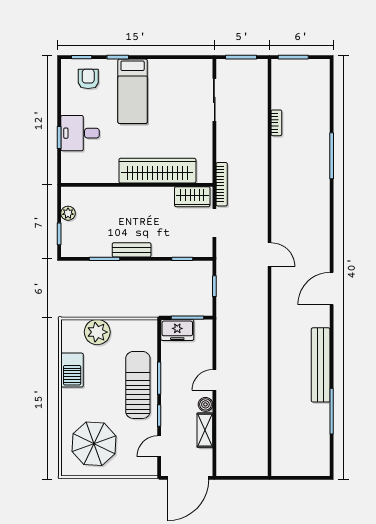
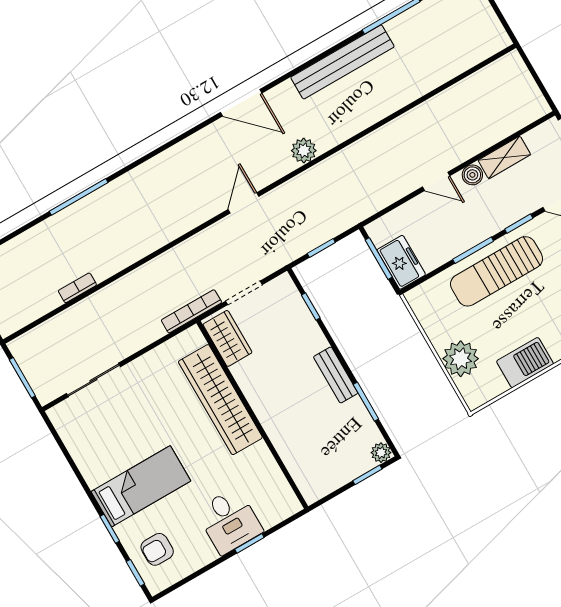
plant: (68, 213) -> (381, 453), moved
plant: (280, 310) -> (304, 151), added

